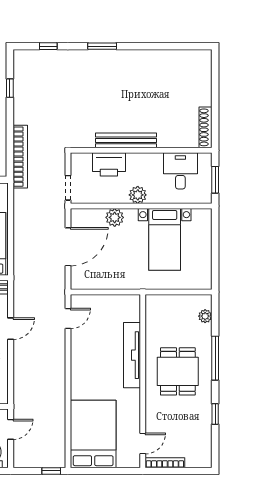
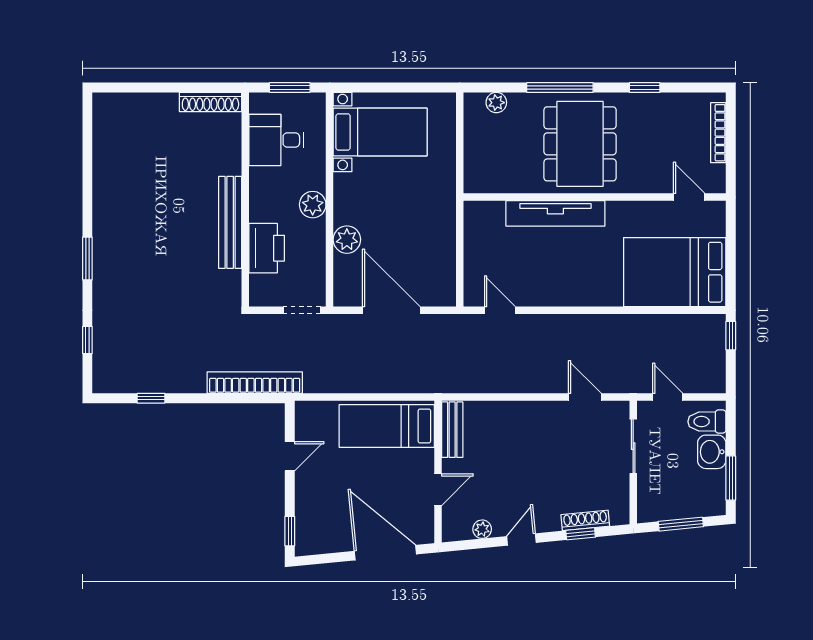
bed with nightstands: (165, 239) -> (380, 132), moved
door: (11, 329) -> (585, 397), moved
dining table: (178, 371) -> (580, 144), width x1.38
bookcase: (165, 463) -> (718, 133), moved

